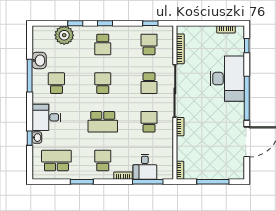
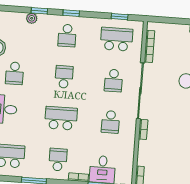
plant: (64, 35) -> (32, 18), width x0.53, depth x0.53
school desk: (149, 44) -> (117, 39), width x1.85
school desk: (56, 83) -> (15, 73), turned 180
school desk: (103, 122) -> (61, 118), turned 180
school desk: (149, 122) -> (110, 122), turned 180

